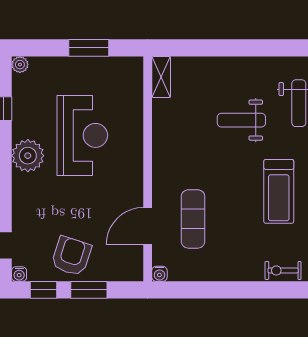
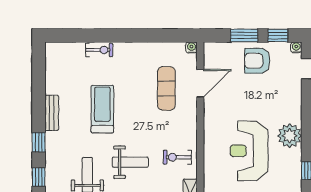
exercise bike: (178, 127) -> (177, 157), added
armchair: (71, 256) -> (257, 61), turned 72

